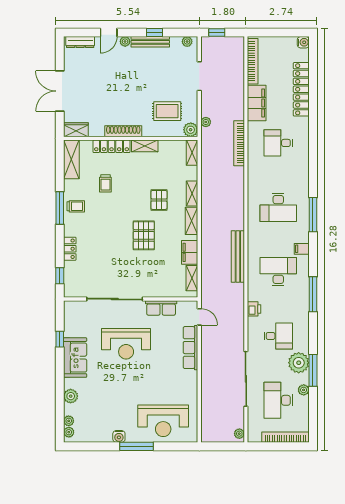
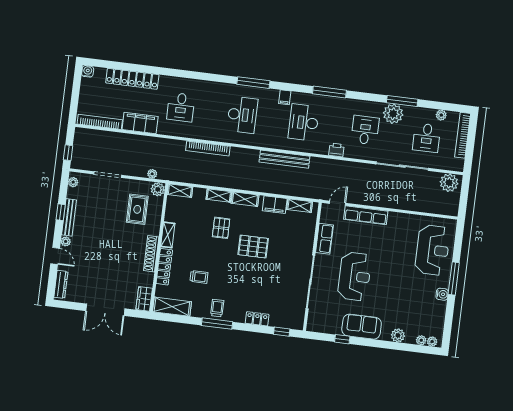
bookcase: (239, 143) -> (208, 148), moved
pallet: (159, 200) -> (221, 228), turned 90
plant: (304, 390) -> (441, 115), moved
desk: (278, 400) -> (427, 138), width x0.73
plant: (239, 434) -> (449, 183), width x1.88, depth x1.88

